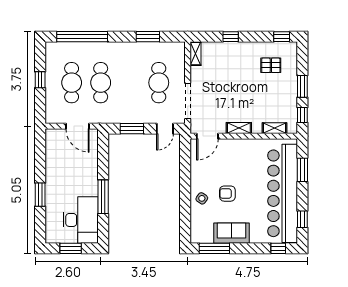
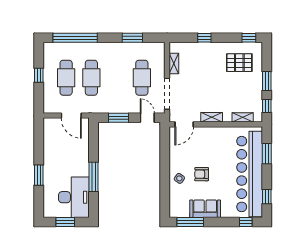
shelving: (196, 54) -> (174, 64), moved
pallet: (271, 65) -> (239, 63), width x1.50, depth x1.42
door: (165, 129) -> (147, 118), swing flipped

